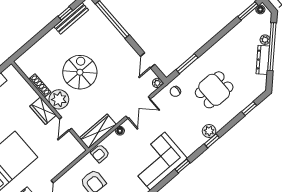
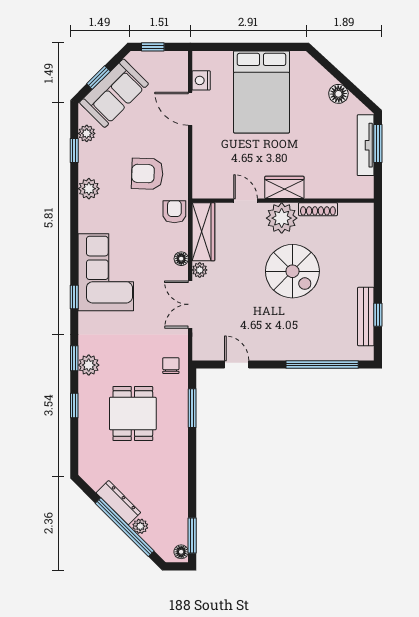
plant: (157, 83) -> (200, 270), moved
window: (249, 109) -> (74, 405), moved

